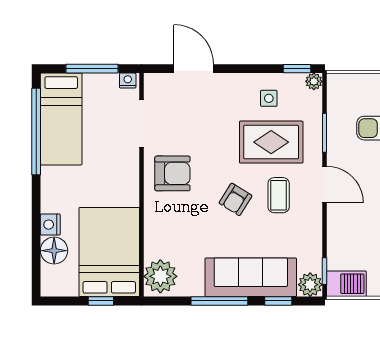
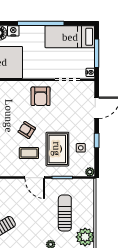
window: (297, 69) -> (97, 141), moved
window: (36, 132) -> (41, 23), moved
door: (324, 184) -> (35, 178), hinge flipped

